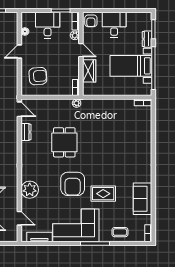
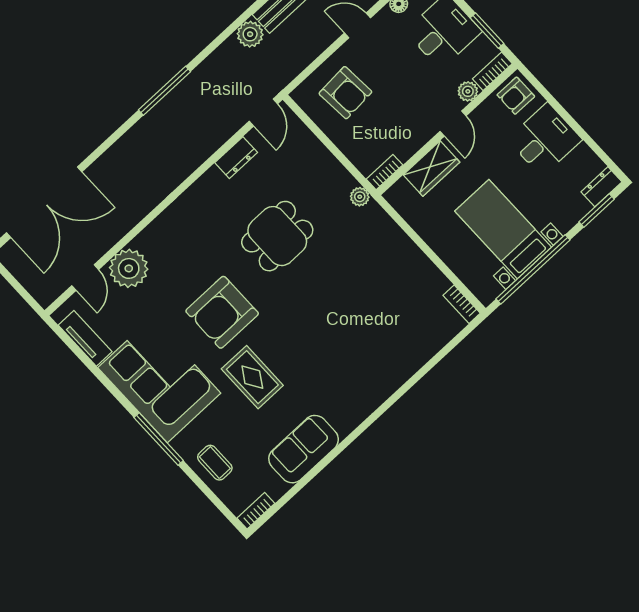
dresser: (147, 39) -> (601, 187), moved
plant: (30, 190) -> (129, 268), moved

